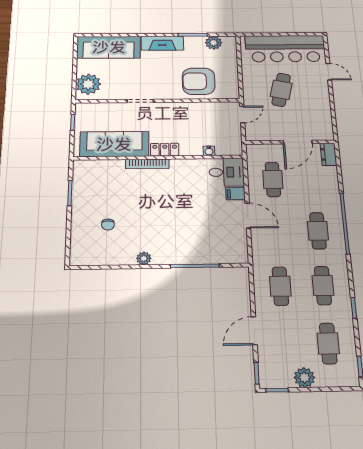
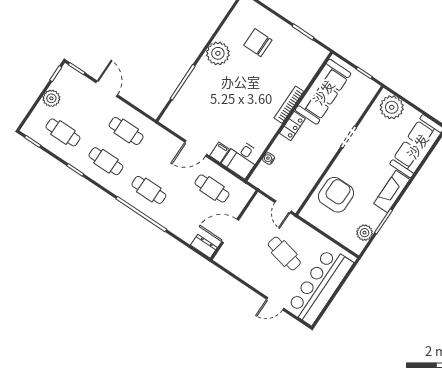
door: (298, 142) -> (230, 231), hinge flipped
chair: (108, 225) -> (258, 43), width x1.87, depth x1.87
plant: (144, 258) -> (218, 53), width x1.87, depth x1.87

